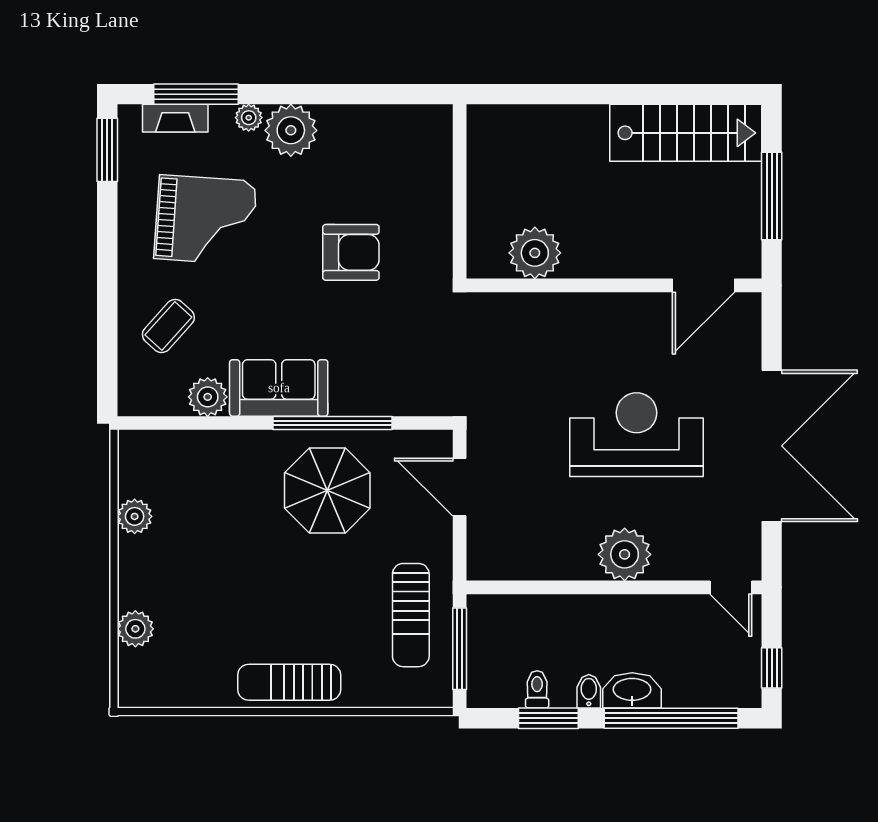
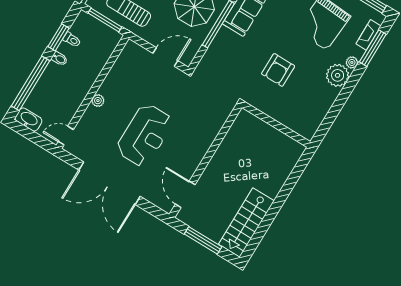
plant: (535, 253) -> (236, 139), removed
plant: (625, 554) -> (98, 101), width x0.53, depth x0.53
window: (772, 668) -> (26, 132), removed
washbasin: (632, 690) -> (29, 120), moved, turned -90

